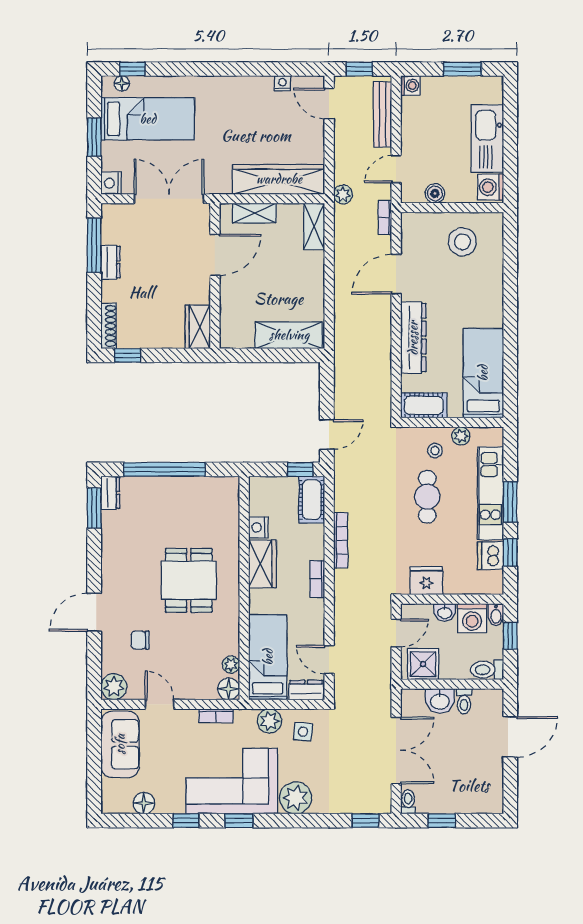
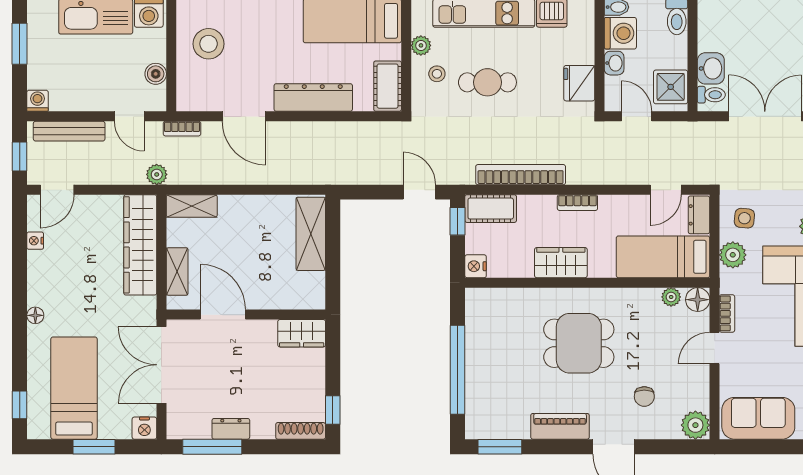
floor lamp: (122, 83) -> (35, 315), moved
dresser: (110, 493) -> (483, 429), removed
nightstand: (258, 528) -> (476, 266), moved, turned 90
bookcase: (341, 540) -> (521, 175), width x1.48, depth x1.31
piano: (113, 563) -> (560, 426), added
toilet: (464, 701) -> (711, 95), moved
door: (159, 704) -> (715, 348), moved

